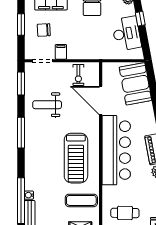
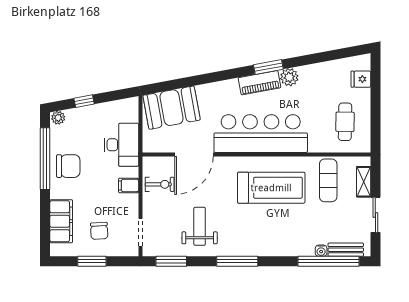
desk: (126, 34) -> (122, 145), moved, turned 100
filing cabinet: (61, 52) -> (129, 185), moved
weight bench: (47, 105) -> (200, 226), turned 180

